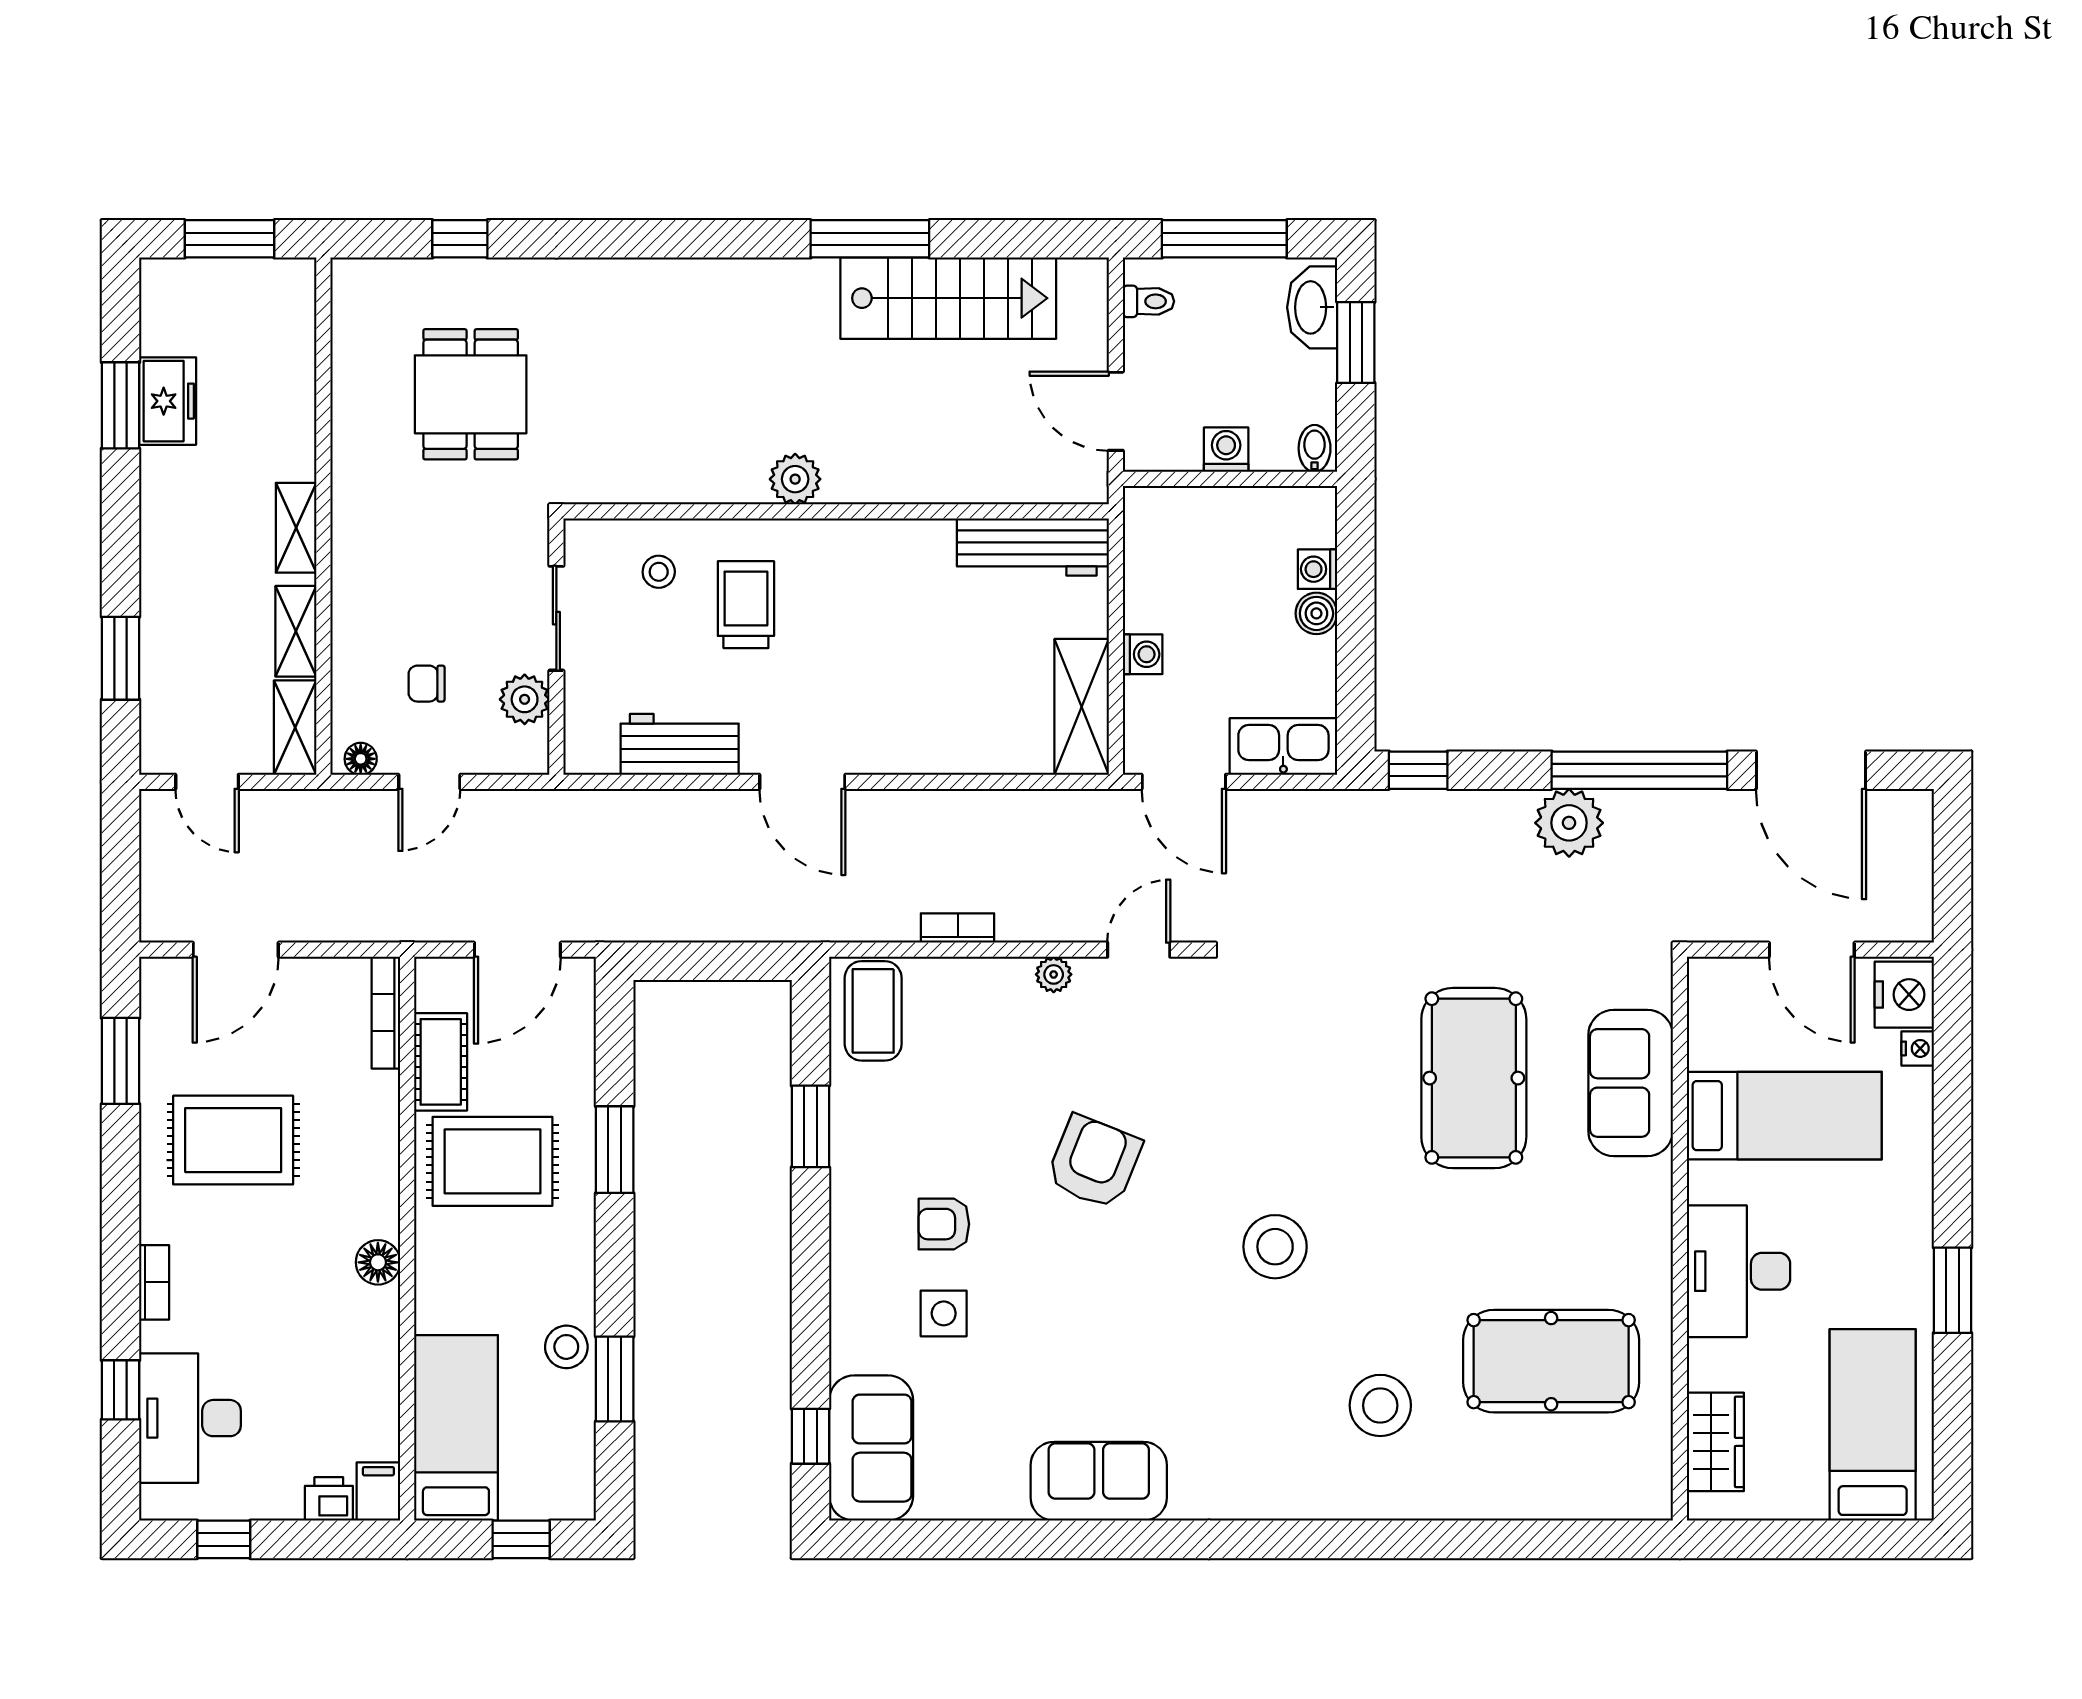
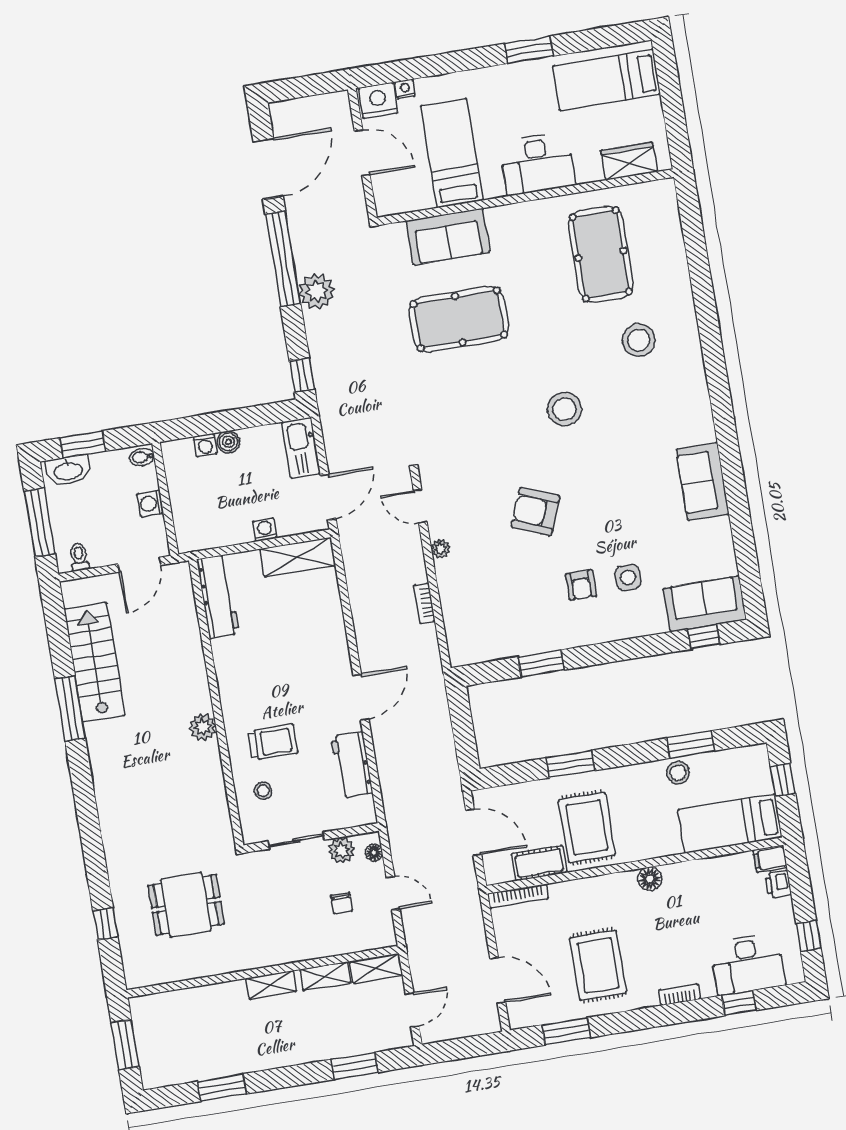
freezer: (168, 401) -> (216, 1063), removed
trolley: (746, 605) -> (273, 742), turned 180
floor lamp: (361, 759) -> (374, 853), moved
door: (1812, 950) -> (362, 153), hinge flipped
coffee table: (873, 1011) -> (475, 640), removed

